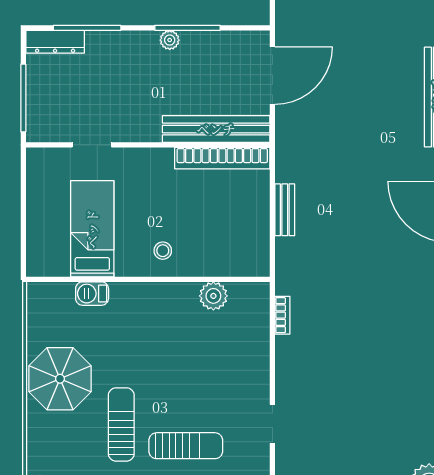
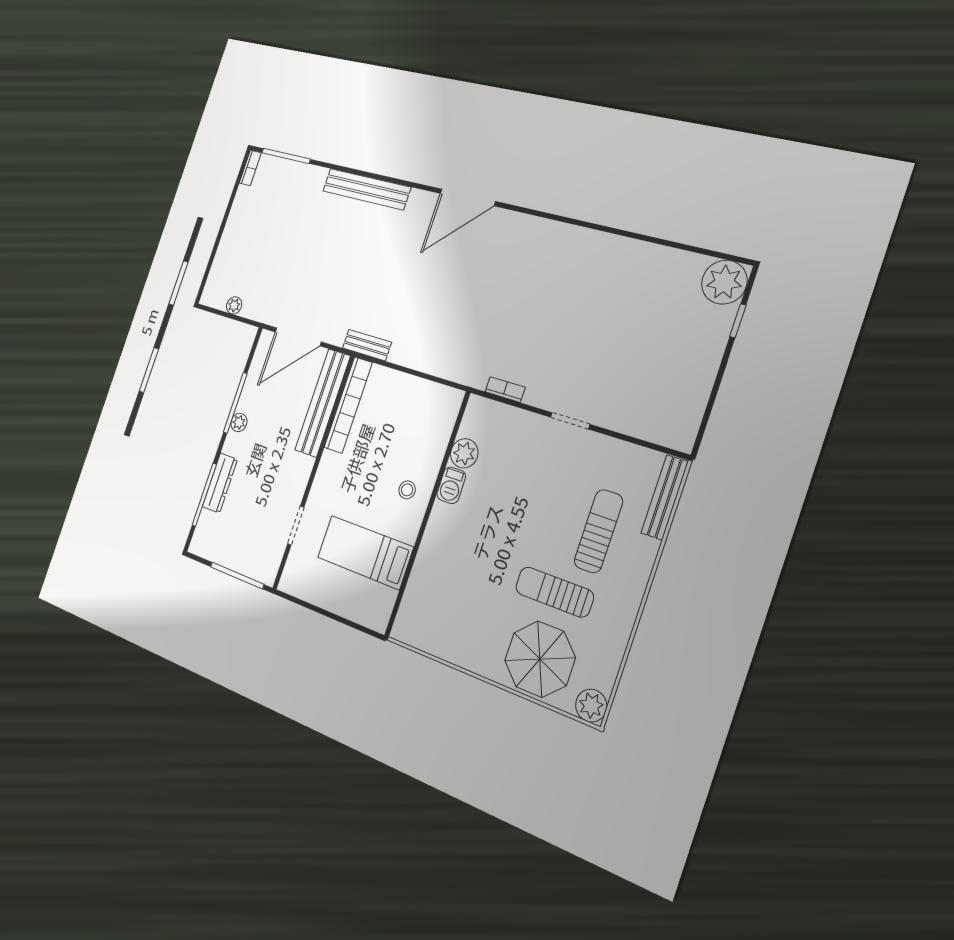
dresser: (55, 42) -> (220, 483), moved
door: (272, 76) -> (298, 337), swing flipped
bench: (285, 210) -> (367, 345), moved
barbecue: (92, 294) -> (451, 485), moved
parasol: (60, 379) -> (540, 659), moved
doorway: (272, 424) -> (570, 421), moved

